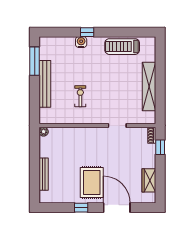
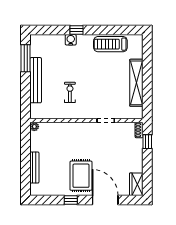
wardrobe: (149, 180) -> (136, 184), moved

